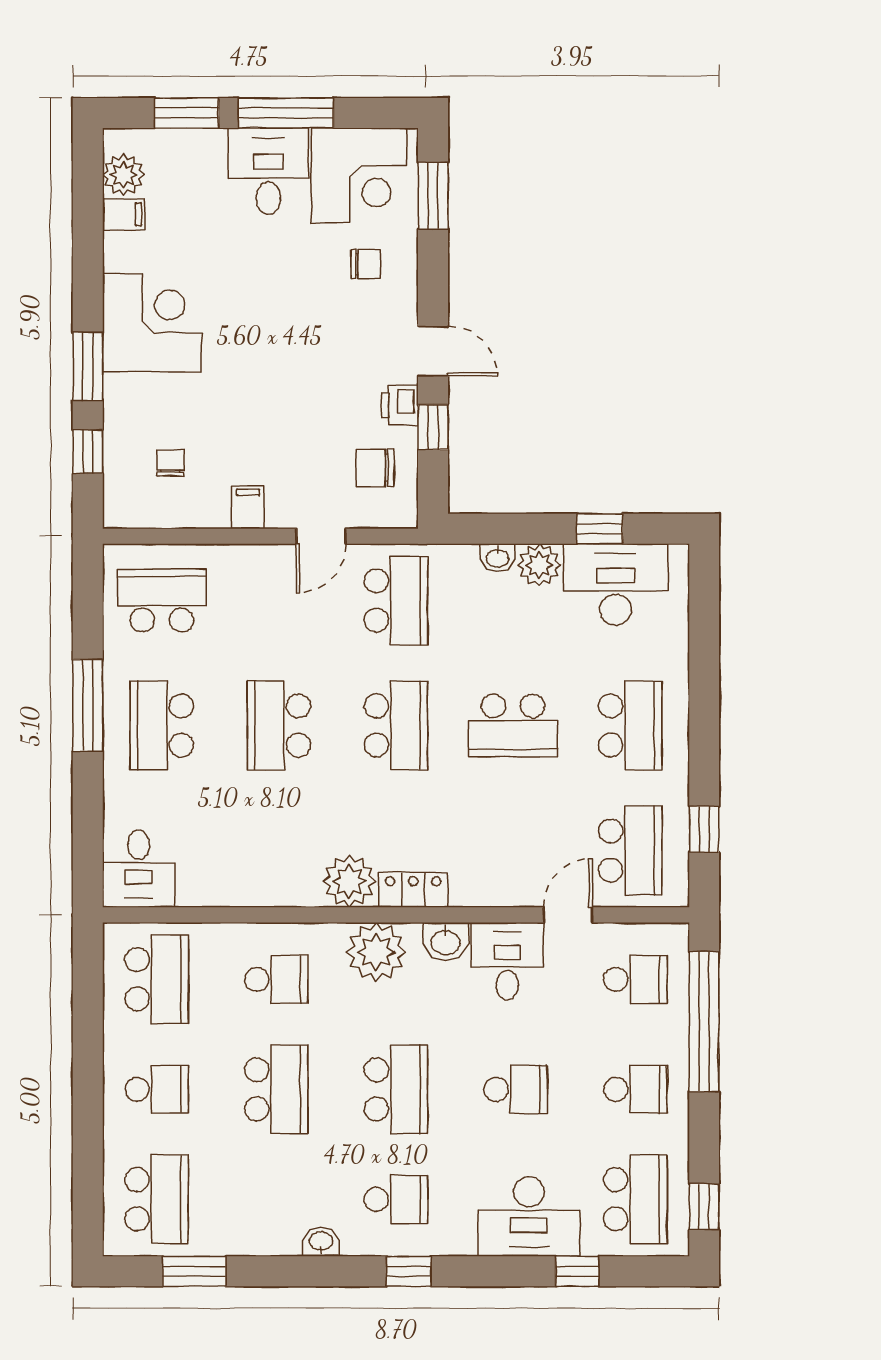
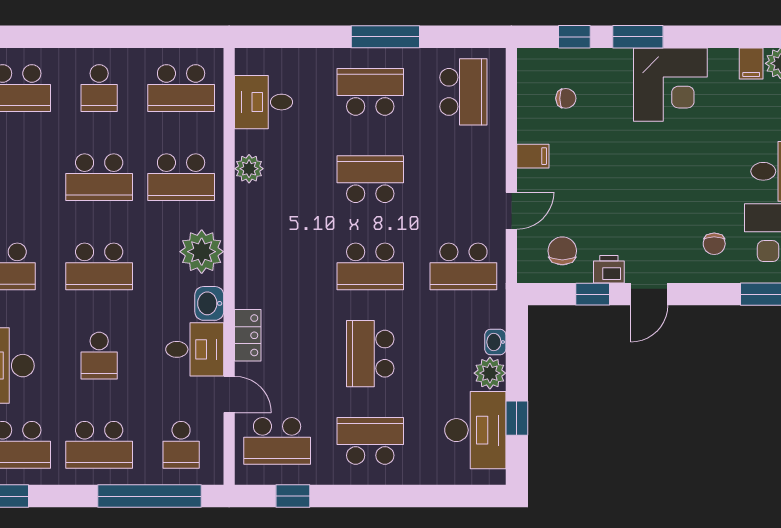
door: (321, 536) -> (511, 211), swing flipped
school desk: (630, 726) -> (370, 441), turned 180
desk: (139, 869) -> (264, 102), moved
plant: (349, 881) -> (249, 169), moved, width x0.73, depth x0.73
locker: (413, 890) -> (248, 335), moved
school desk: (276, 979) -> (181, 177), width x1.85
school desk: (635, 1089) -> (99, 445), width x1.85

